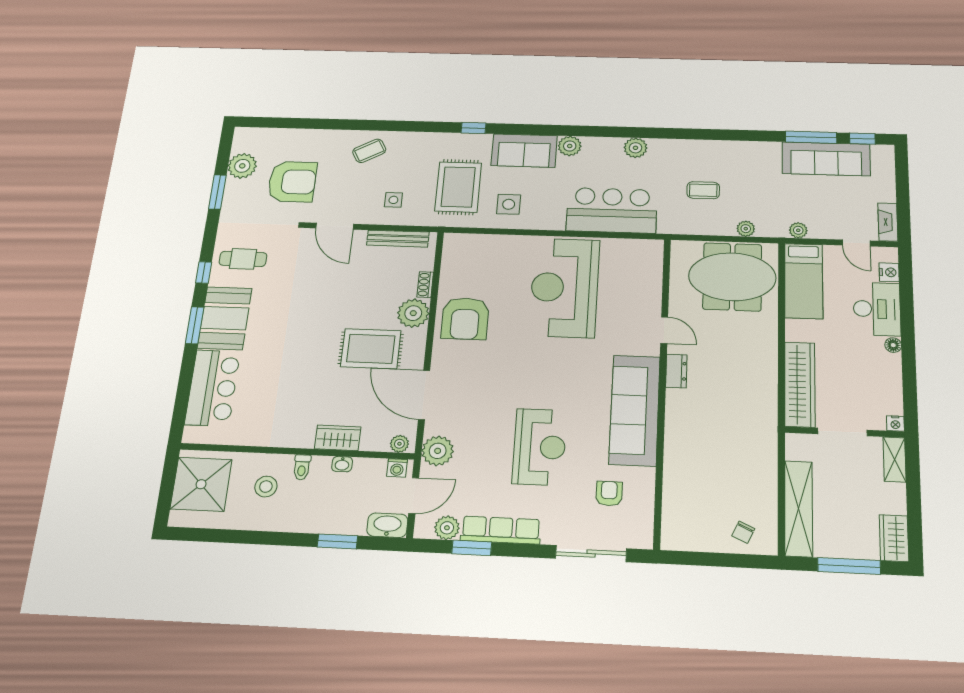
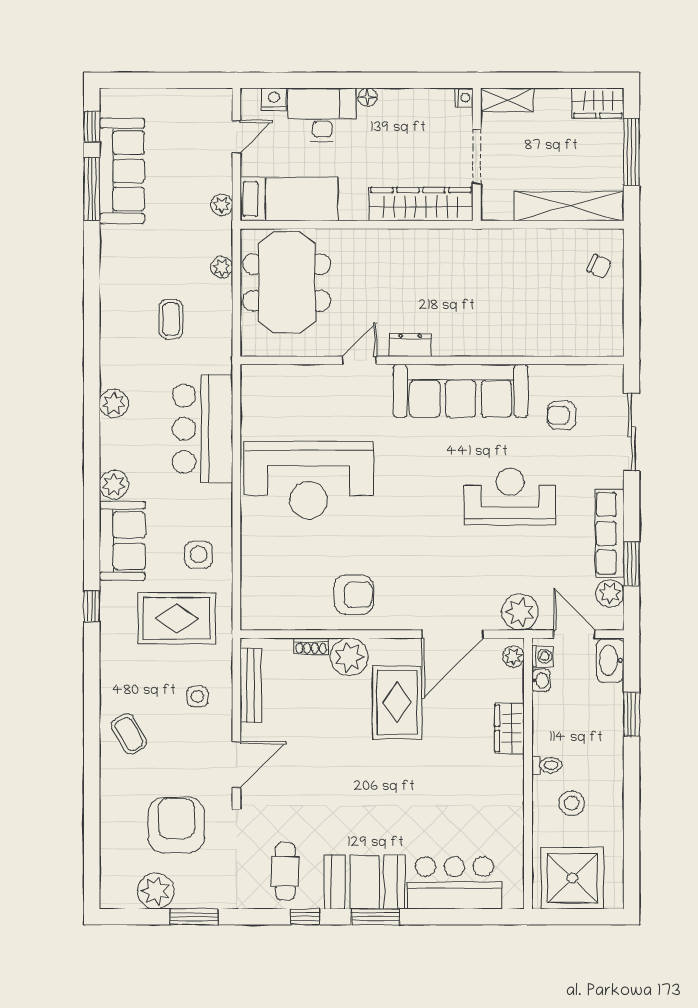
fireplace: (888, 222) -> (207, 99), removed
armchair: (465, 318) -> (354, 595), width x0.73, depth x0.73
washbasin: (342, 464) -> (541, 680), moved

